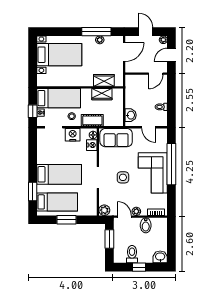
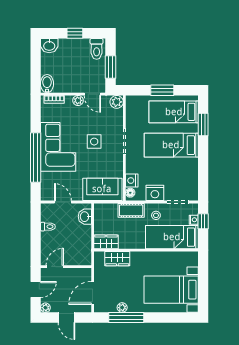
wardrobe: (102, 94) -> (106, 242), moved
bidet: (146, 225) -> (47, 84), moved
toilet: (132, 254) -> (97, 49), moved

